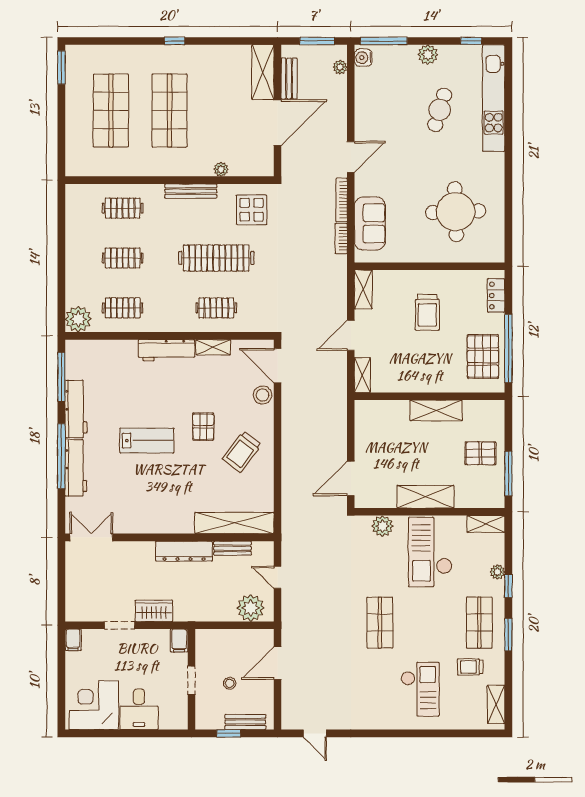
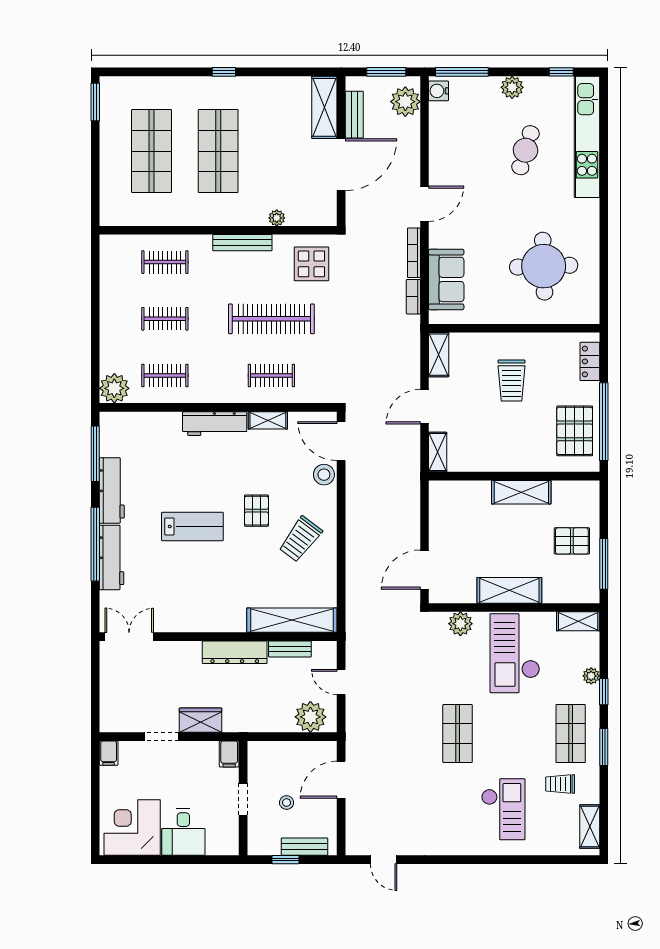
plant: (340, 67) -> (405, 102), width x1.88, depth x1.88

